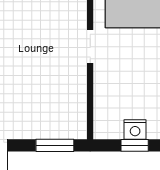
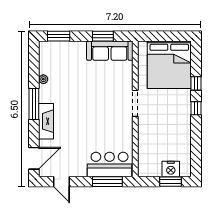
bar counter: (58, 124) -> (110, 164), added

